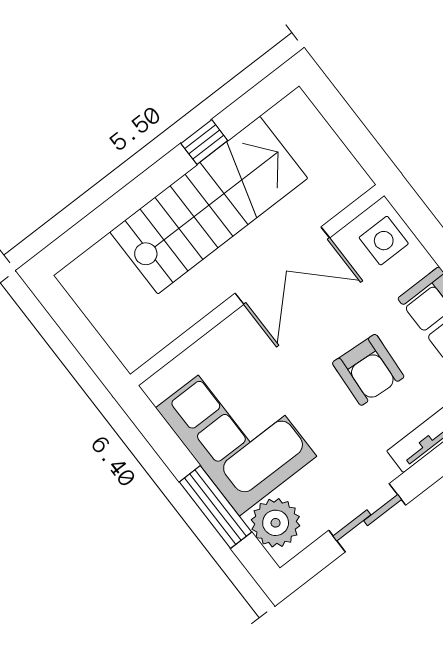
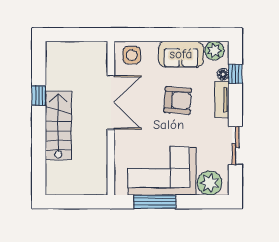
stairs: (209, 205) -> (58, 125), width x0.73, depth x0.66
window: (215, 507) -> (155, 202), moved

